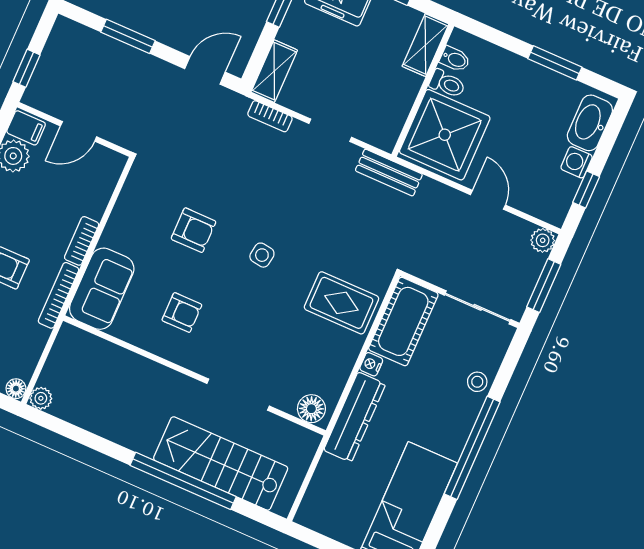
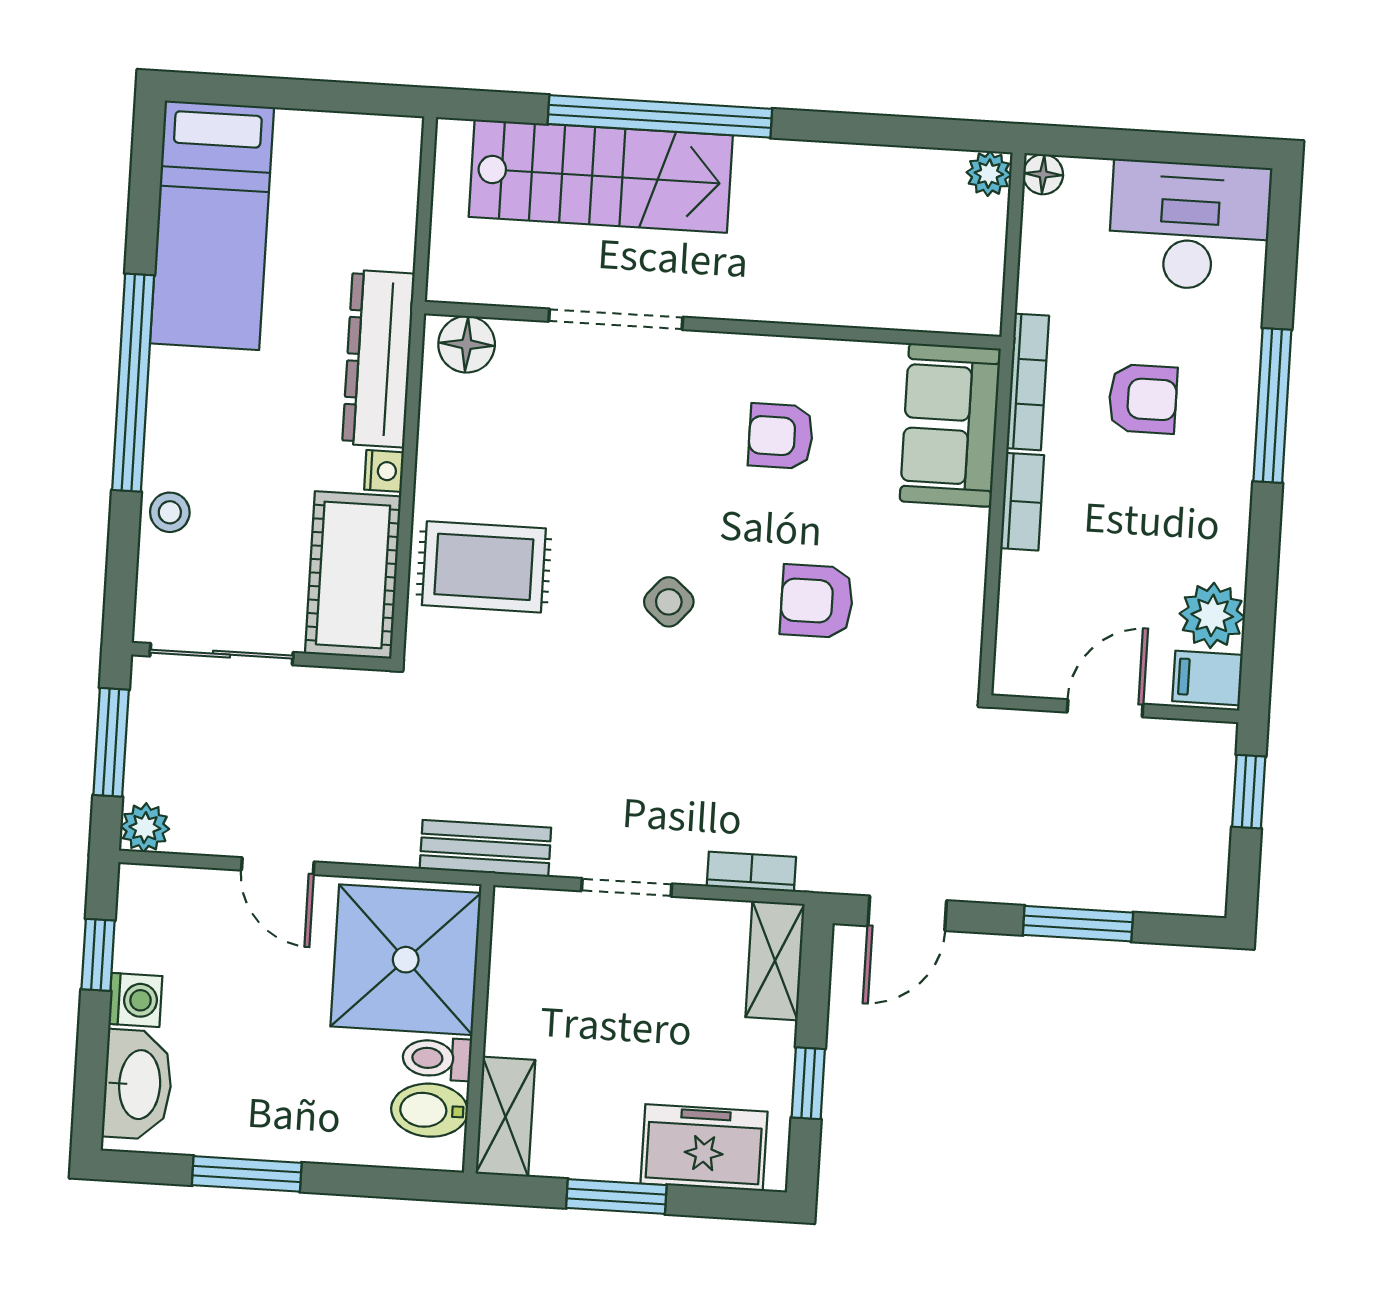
bidet: (455, 59) -> (429, 1110), width x1.38, depth x1.36
side table: (262, 255) -> (669, 602), turned 33

